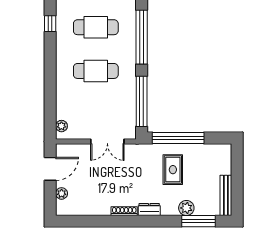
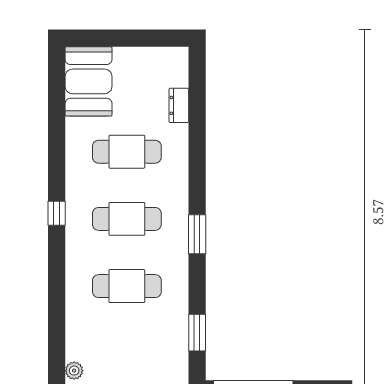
window: (142, 37) -> (197, 234), width x0.47
window: (142, 101) -> (197, 333), width x0.47

